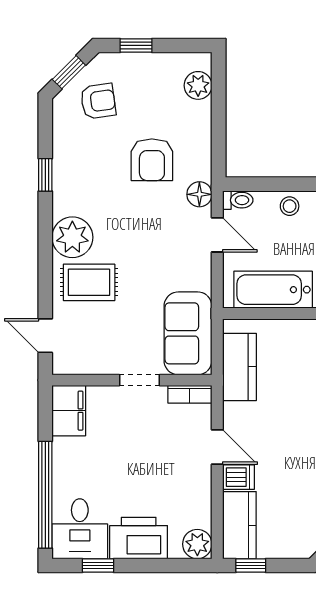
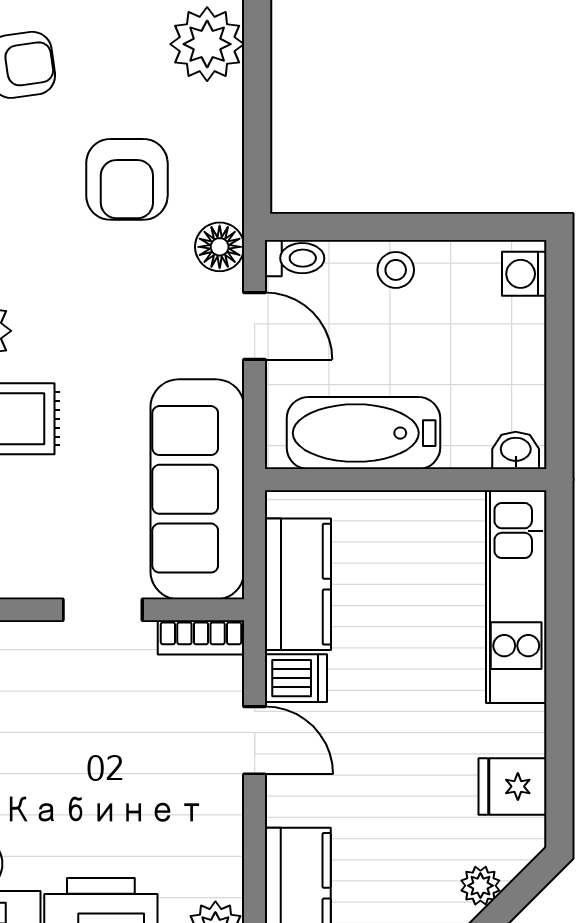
plant: (198, 85) -> (207, 44), width x1.36, depth x1.36
sofa: (188, 333) -> (197, 489), width x1.36
dishwasher: (238, 477) -> (296, 678), moved

